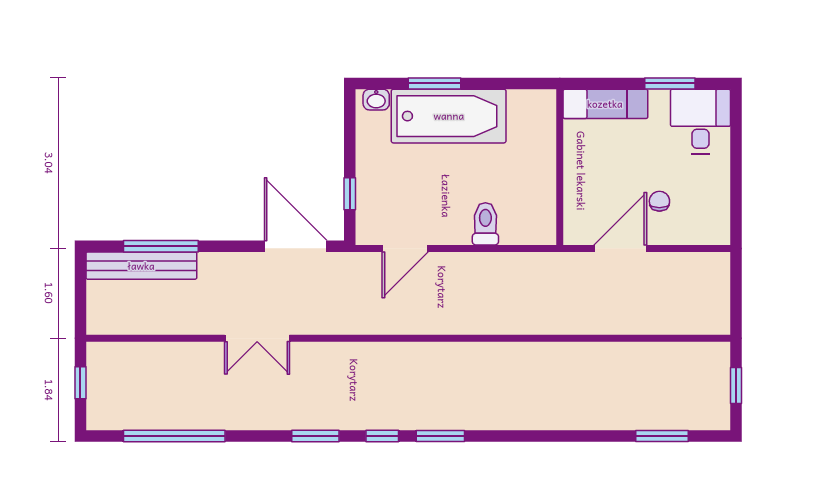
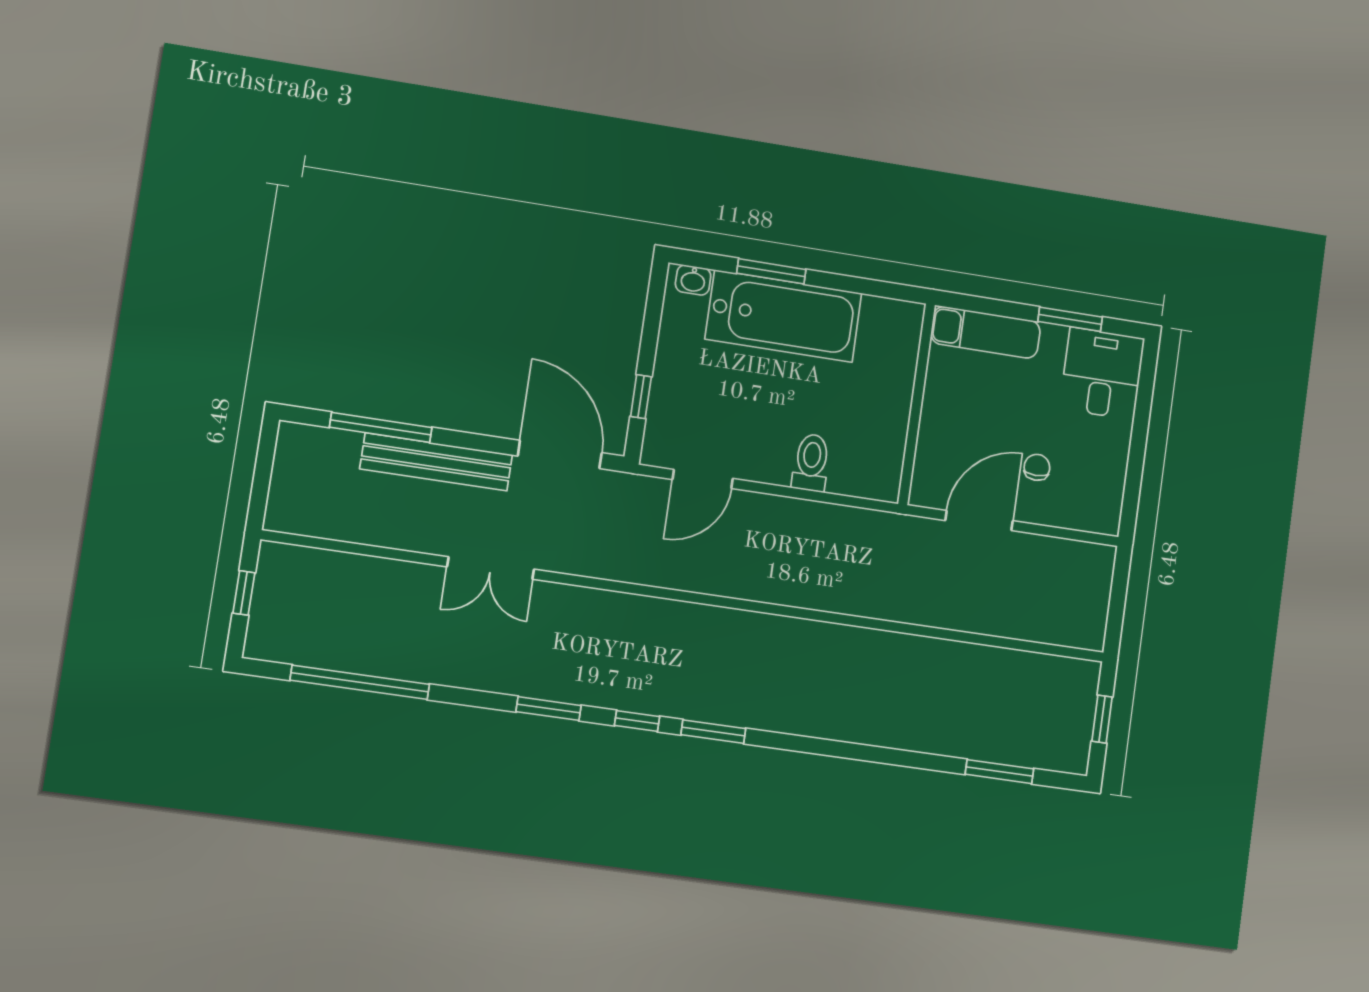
bench: (141, 266) -> (436, 462), moved

